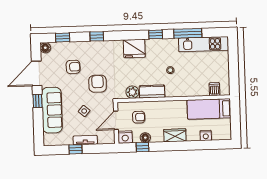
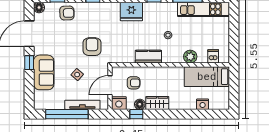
armchair: (73, 67) -> (67, 13), moved
plant: (132, 92) -> (190, 57), moved
sofa: (52, 110) -> (44, 72), width x0.73
wardrobe: (175, 135) -> (157, 103), moved
tv unit: (85, 140) -> (82, 105), width x1.41
window: (76, 149) -> (67, 114), width x3.17

